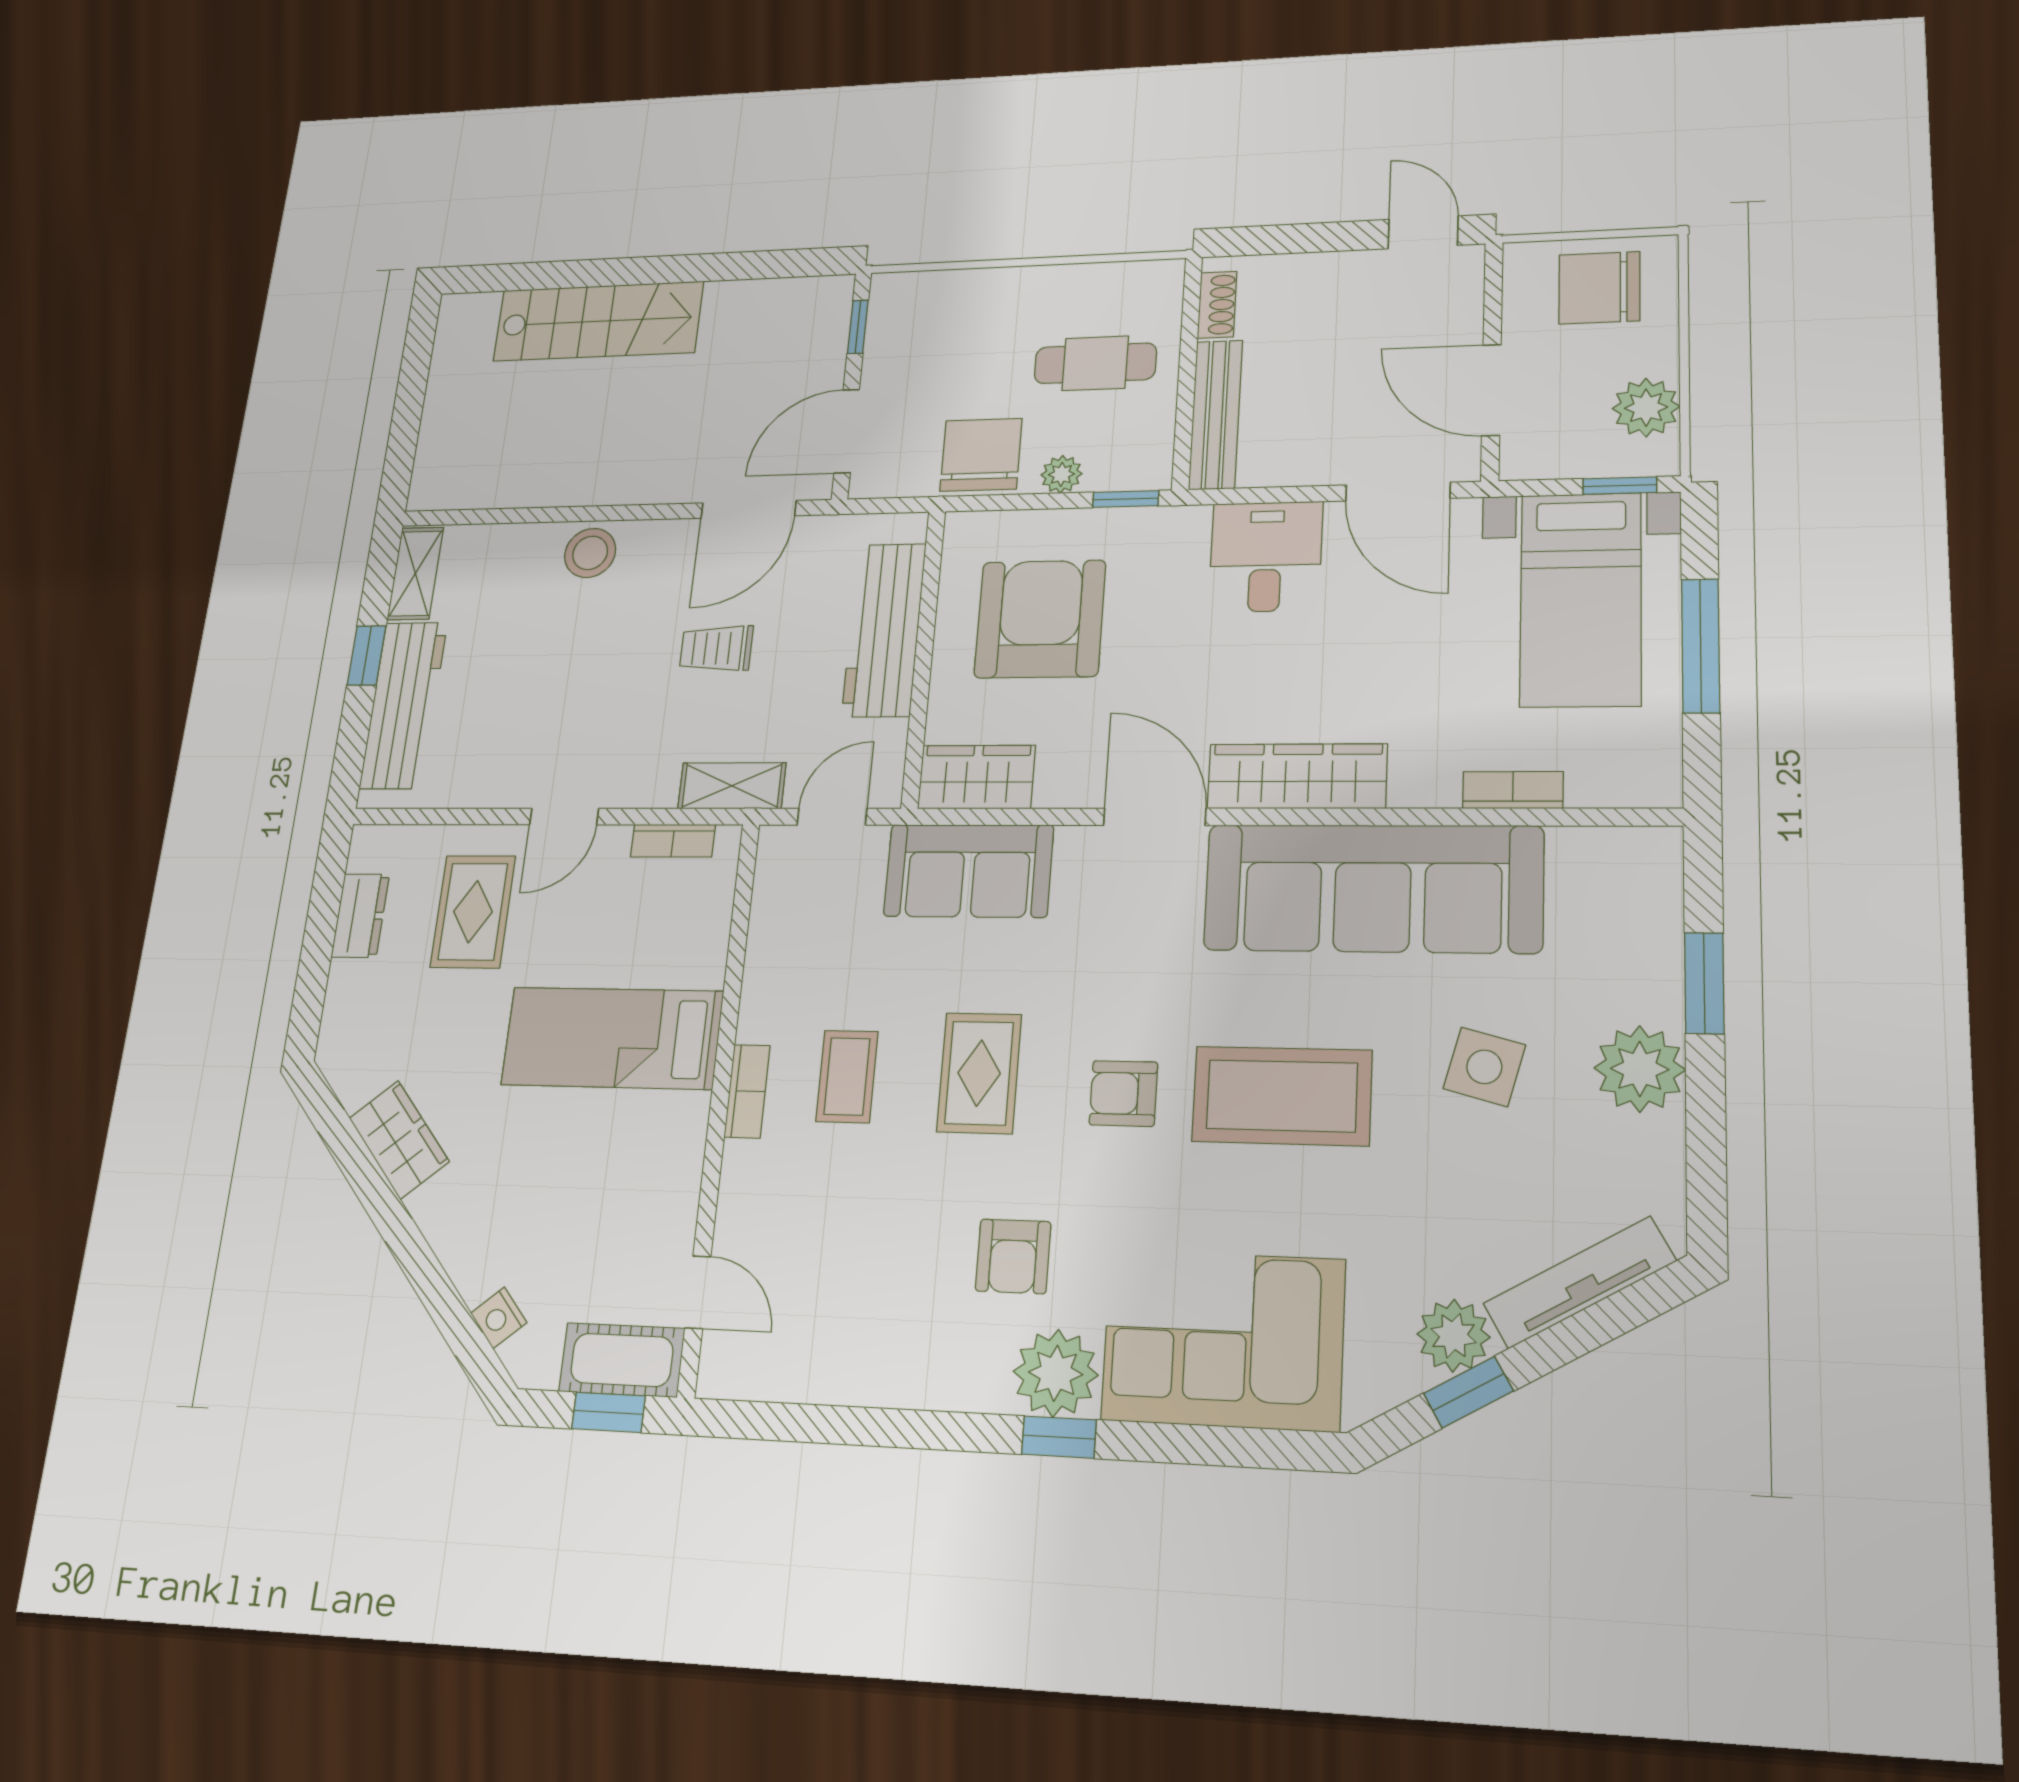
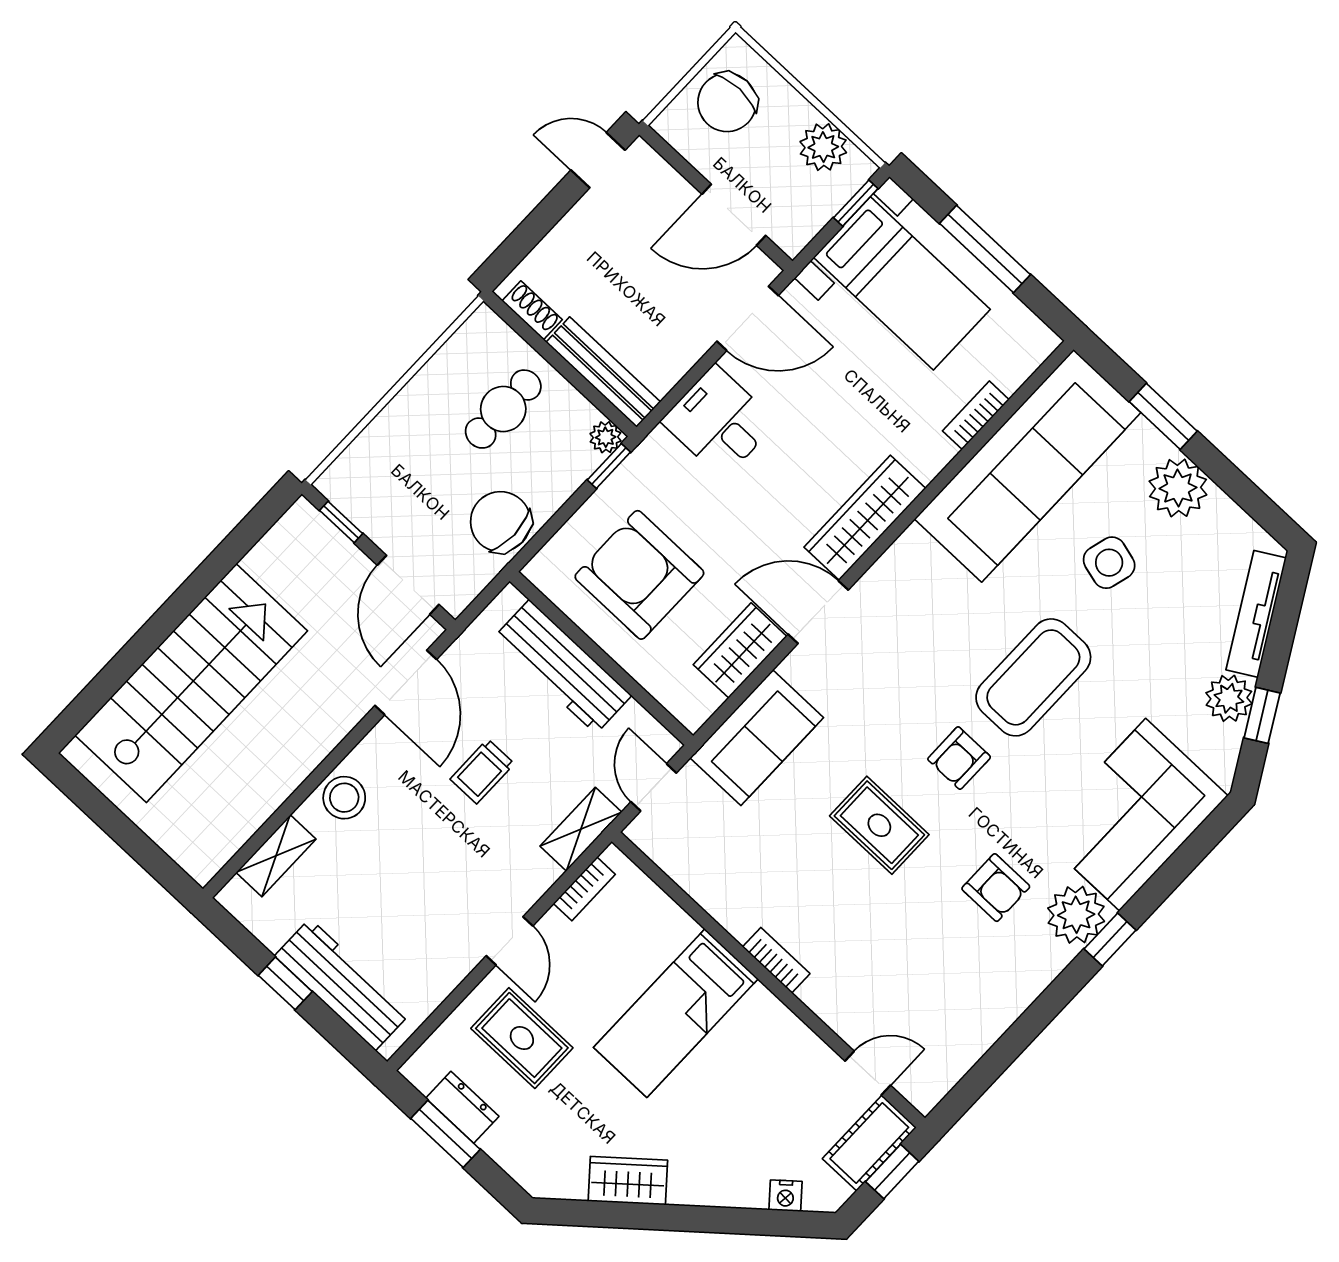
stairs: (598, 321) -> (191, 683), width x1.36, depth x1.51
plant: (1061, 474) -> (606, 437), moved
shelving: (415, 573) -> (276, 856), moved, turned 90
wardrobe: (976, 777) -> (740, 650), moved
sofa: (1373, 888) -> (1028, 466), moved
window: (322, 923) -> (445, 1134), added
coffee table: (847, 1076) -> (817, 898), removed

